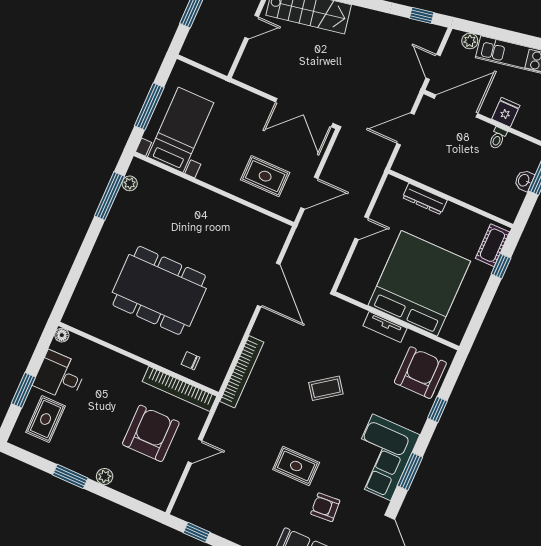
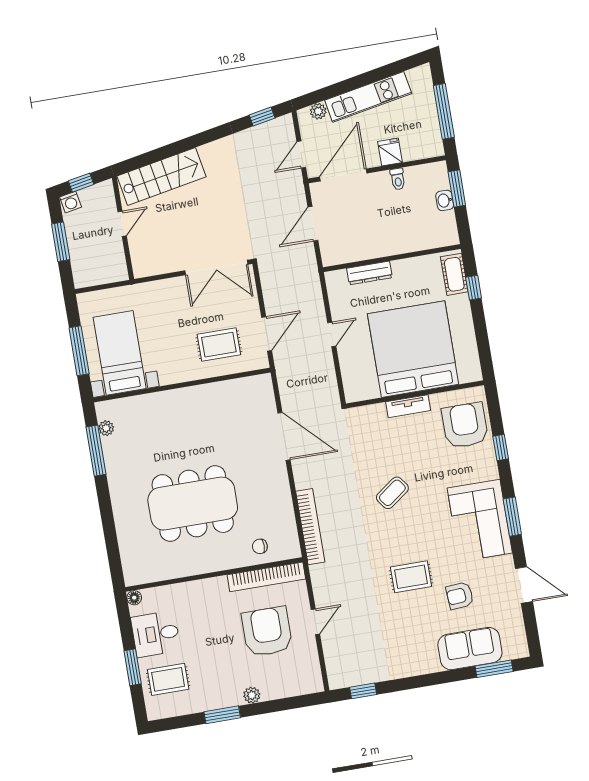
door: (433, 67) -> (301, 155), hinge flipped
rug: (46, 419) -> (168, 679), turned 90

